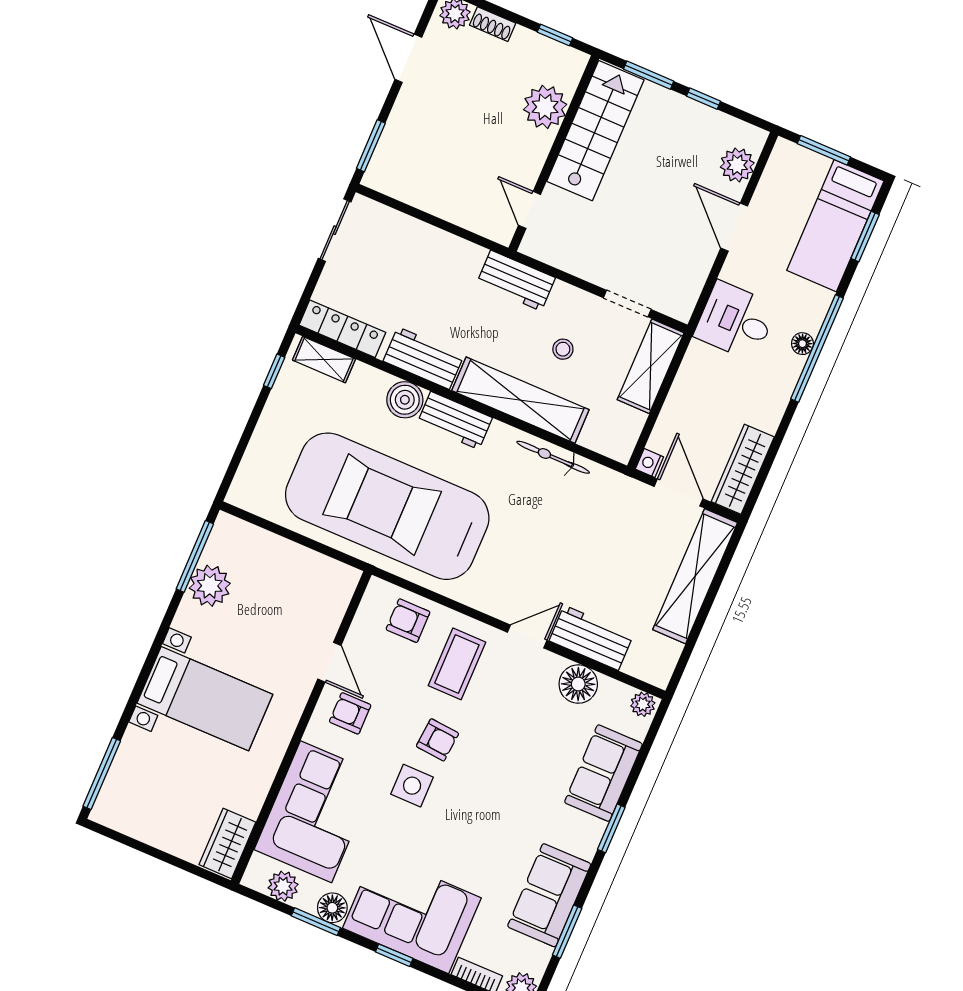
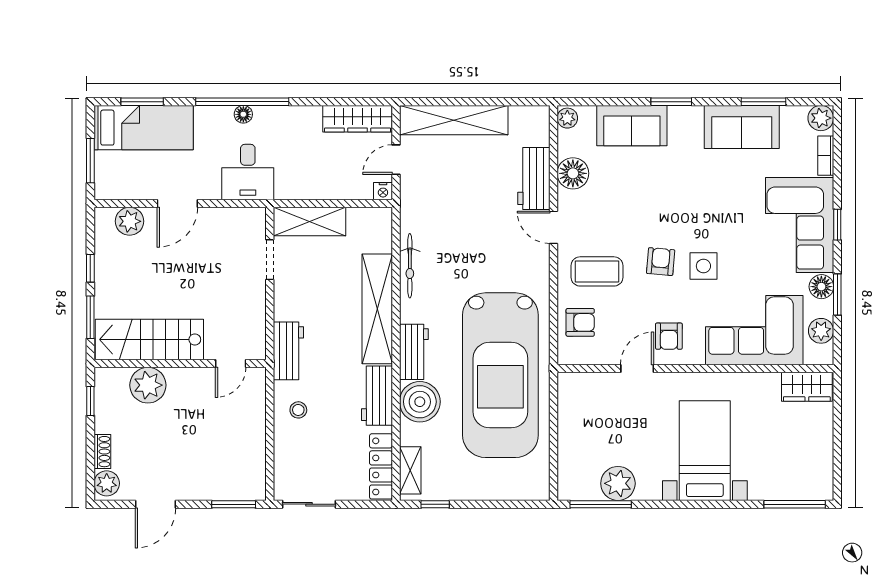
stool: (563, 349) -> (298, 410), moved
boiler: (405, 400) -> (420, 402), width x1.37, depth x1.37
door: (678, 493) -> (396, 160), width x0.73
armchair: (408, 621) -> (580, 322), turned -90

